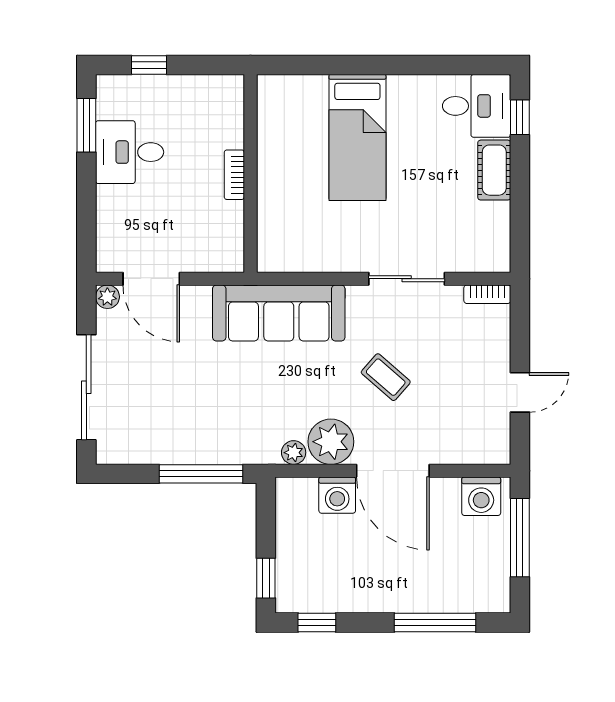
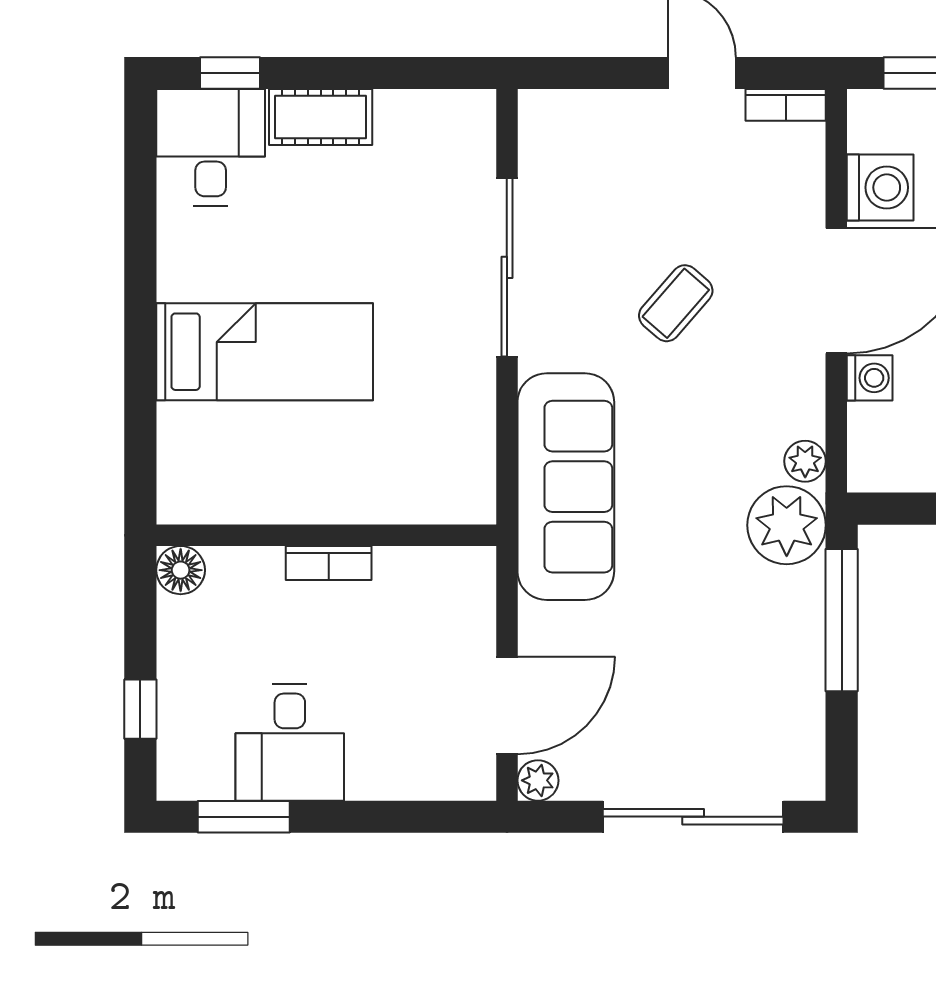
floor lamp: (230, 88) -> (181, 570), added
sliding door: (407, 279) -> (507, 267), width x1.37
bookcase: (487, 294) -> (786, 105), moved, turned 90
plant: (331, 442) -> (787, 525), moved
washing machine: (337, 495) -> (870, 378), width x0.73, depth x0.73
washing machine: (481, 496) -> (880, 187), moved

